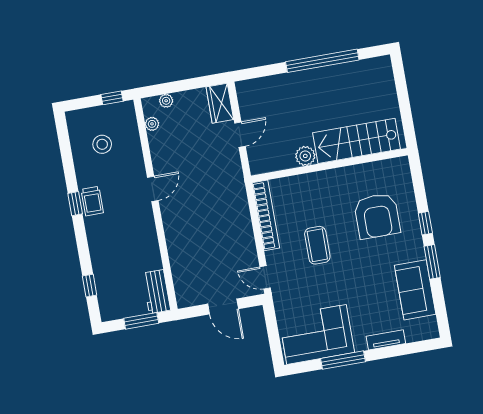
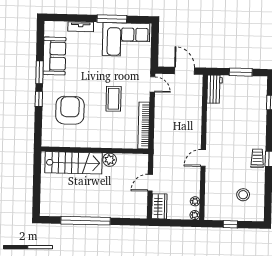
plant: (152, 124) -> (195, 201), moved
door: (153, 189) -> (203, 158), moved
wall: (156, 204) -> (203, 147), moved
workbench: (156, 292) -> (215, 89), moved

